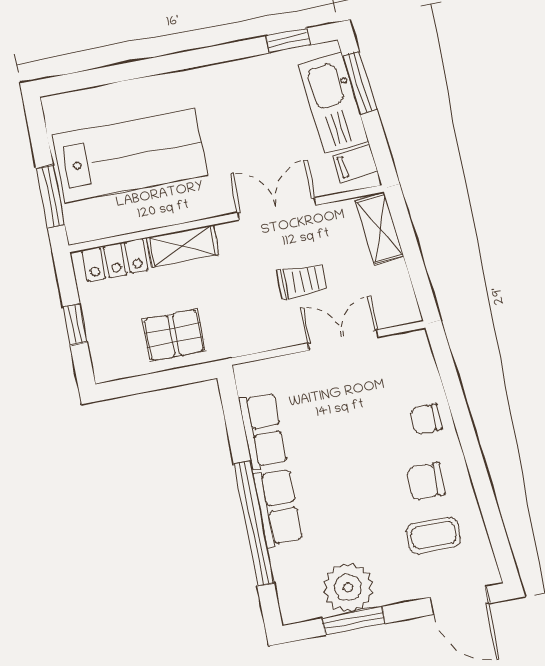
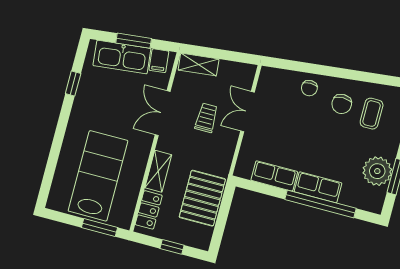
window: (288, 40) -> (73, 83), moved
window: (360, 83) -> (134, 41), moved
pallet: (174, 335) -> (202, 198), width x1.50, depth x1.42

